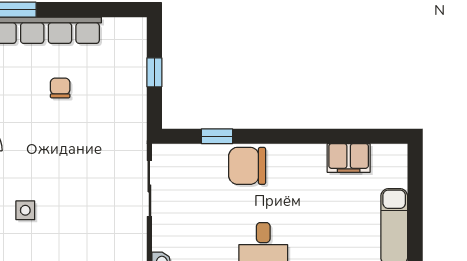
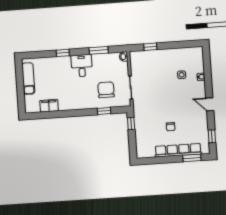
window: (154, 72) -> (131, 124), moved
chair: (247, 166) -> (106, 90), moved, turned -90

